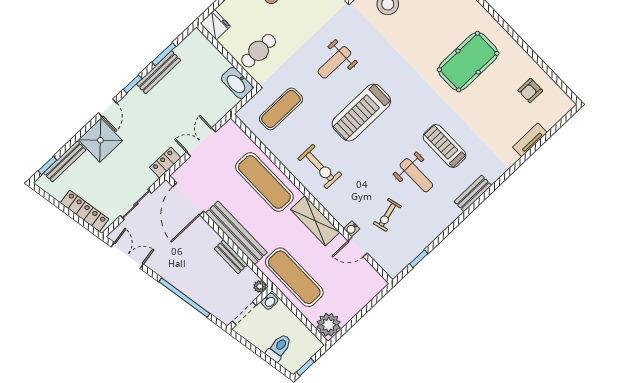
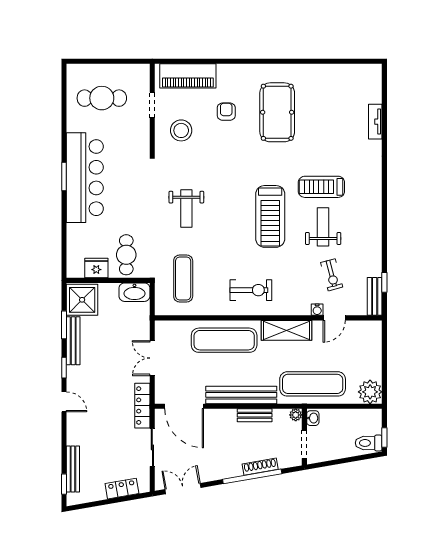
fridge: (215, 25) -> (96, 268), moved
armchair: (530, 91) -> (226, 112), moved, turned 180
treadmill: (361, 112) -> (270, 216), moved
shower: (100, 140) -> (82, 300), moved
locker: (165, 162) -> (142, 406), width x1.53
weight bench: (416, 175) -> (323, 227), turned -90
bench: (473, 193) -> (375, 296), moved
locker: (85, 211) -> (122, 489), width x0.66
shoe rack: (197, 297) -> (260, 467), added
toilet: (279, 348) -> (369, 443), moved, turned -80

